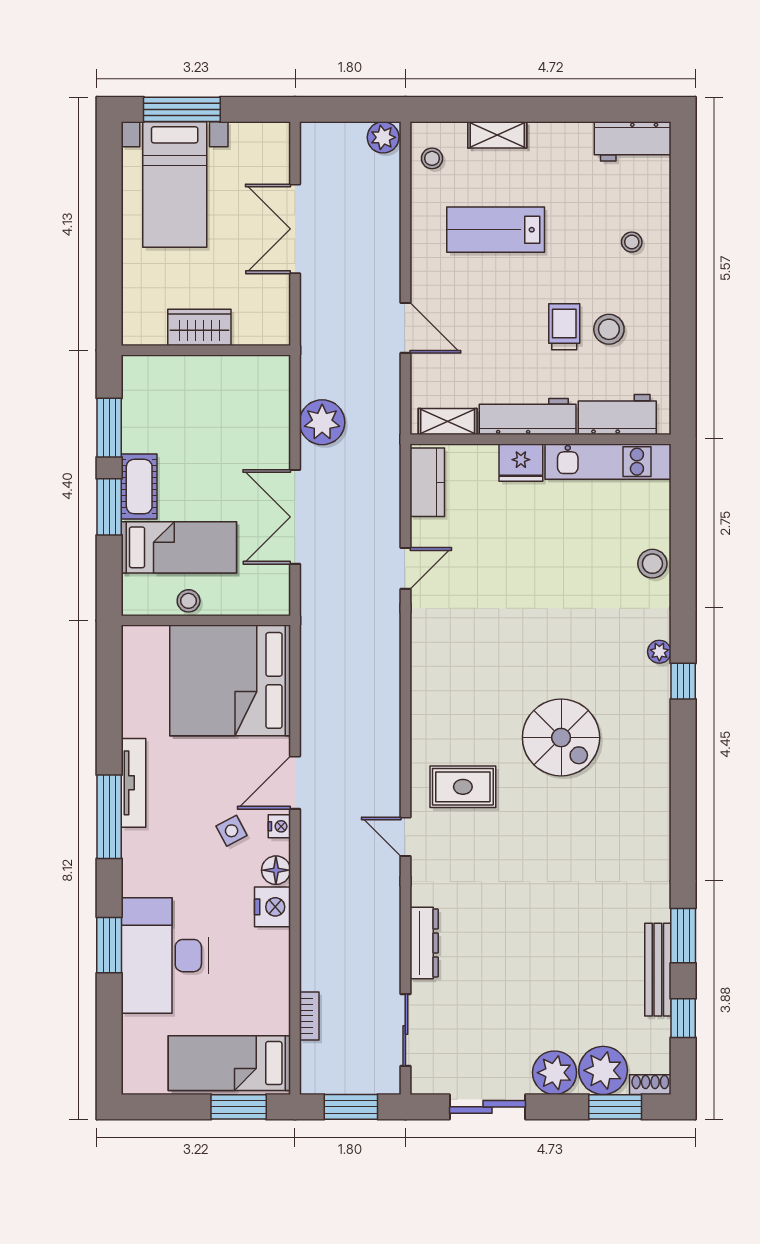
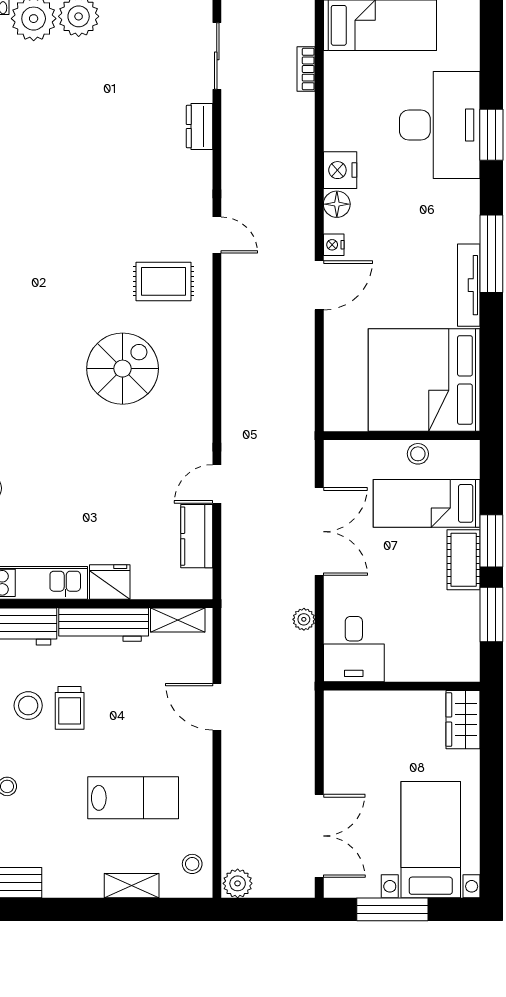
window: (182, 109) -> (392, 909), moved
double door: (295, 229) -> (319, 836), moved
wardrobe: (199, 327) -> (463, 720), moved, turned 90
desk: (258, 390) -> (354, 649), added
plant: (322, 422) -> (304, 619), width x0.53, depth x0.53
kitchen counter: (427, 482) -> (197, 536), moved
bed: (230, 680) -> (424, 380), moved, turned 180
spiral stairs: (561, 738) -> (123, 369), moved, turned 90
side table: (232, 831) -> (378, 241), removed
dresser: (424, 943) -> (200, 126), width x0.70

